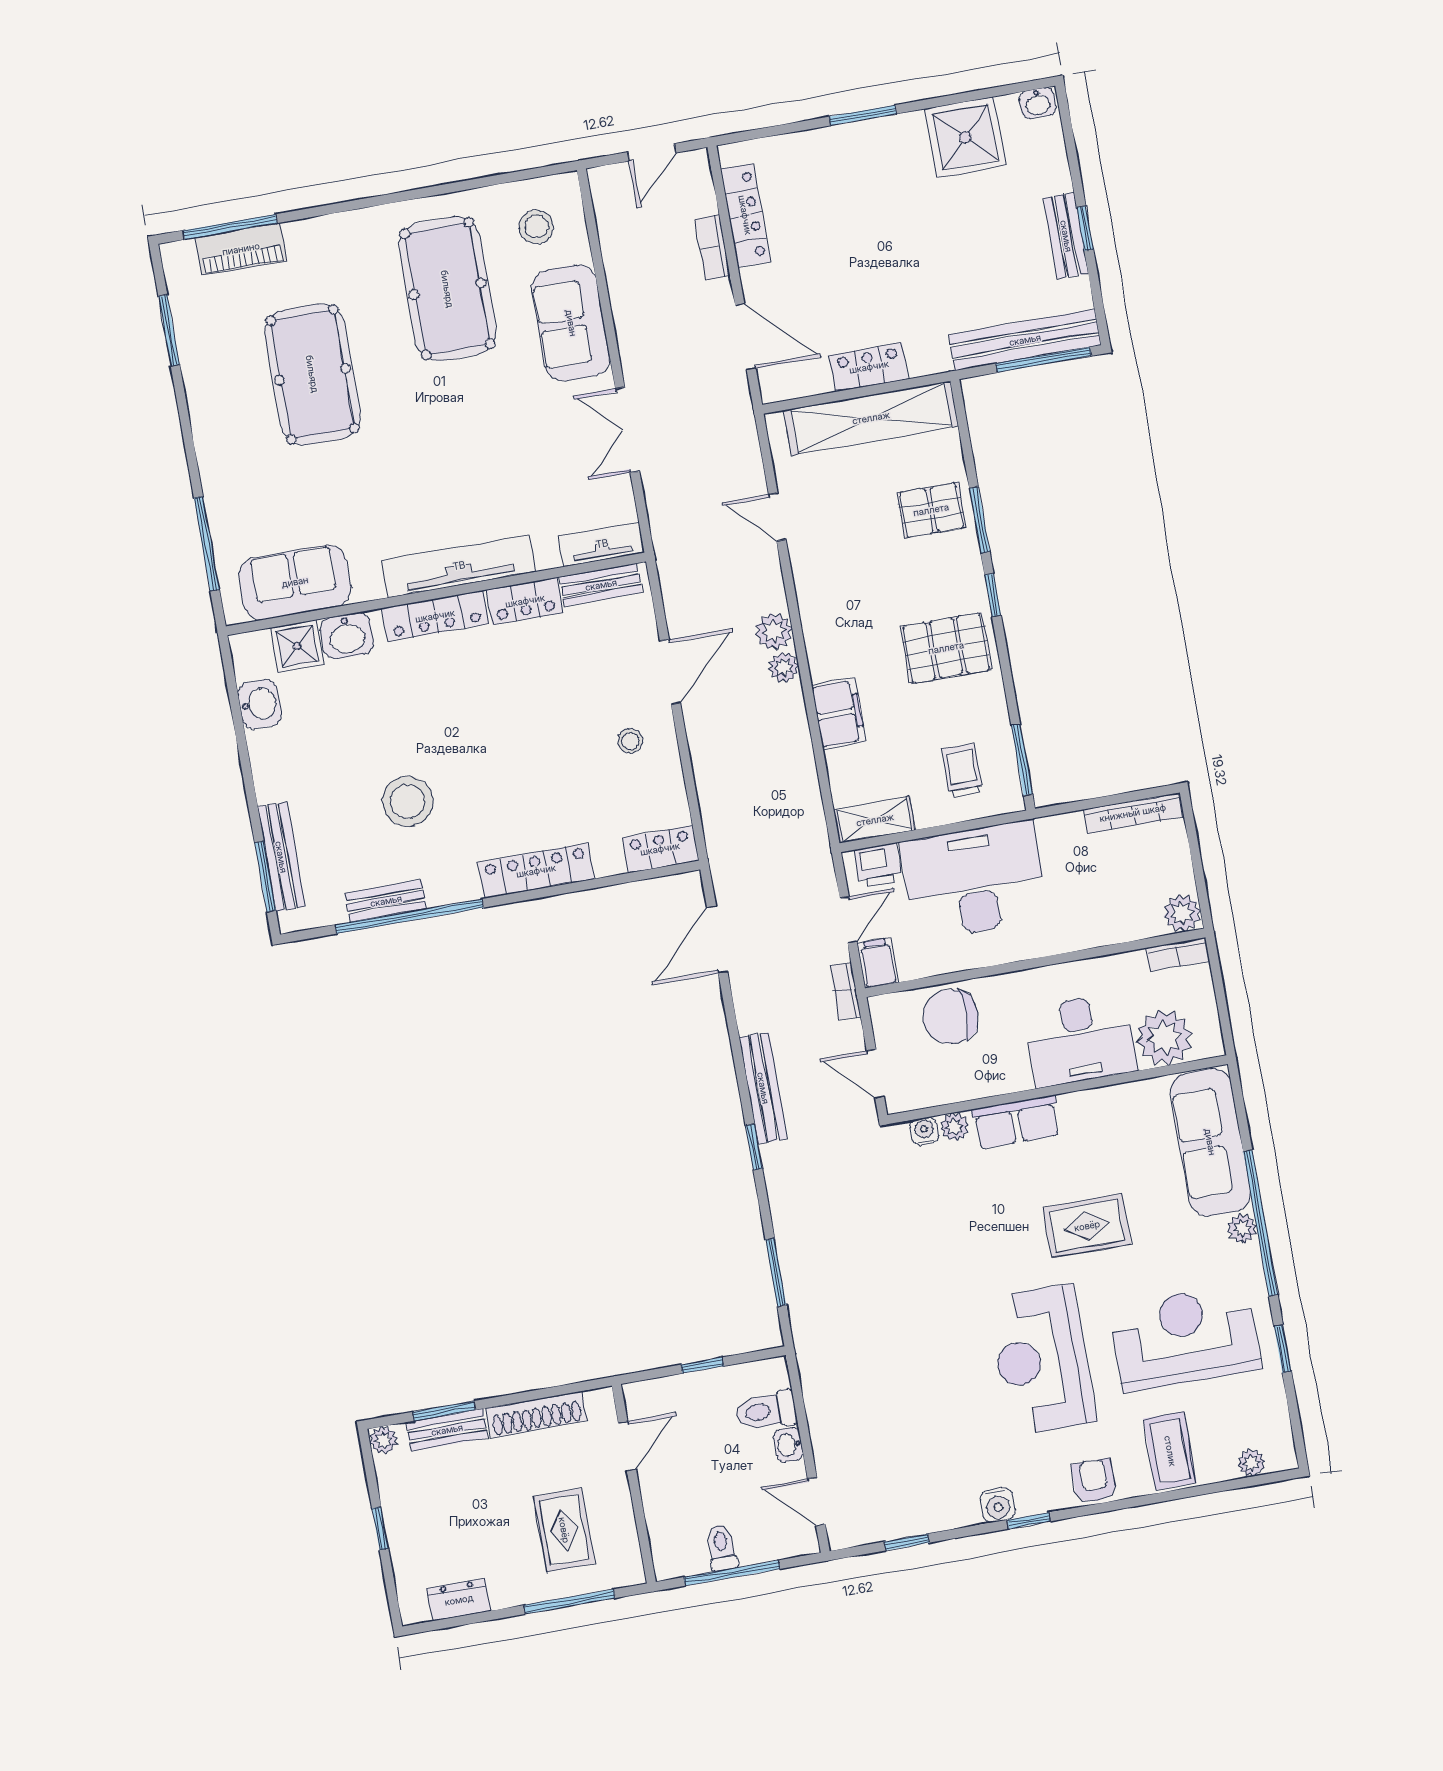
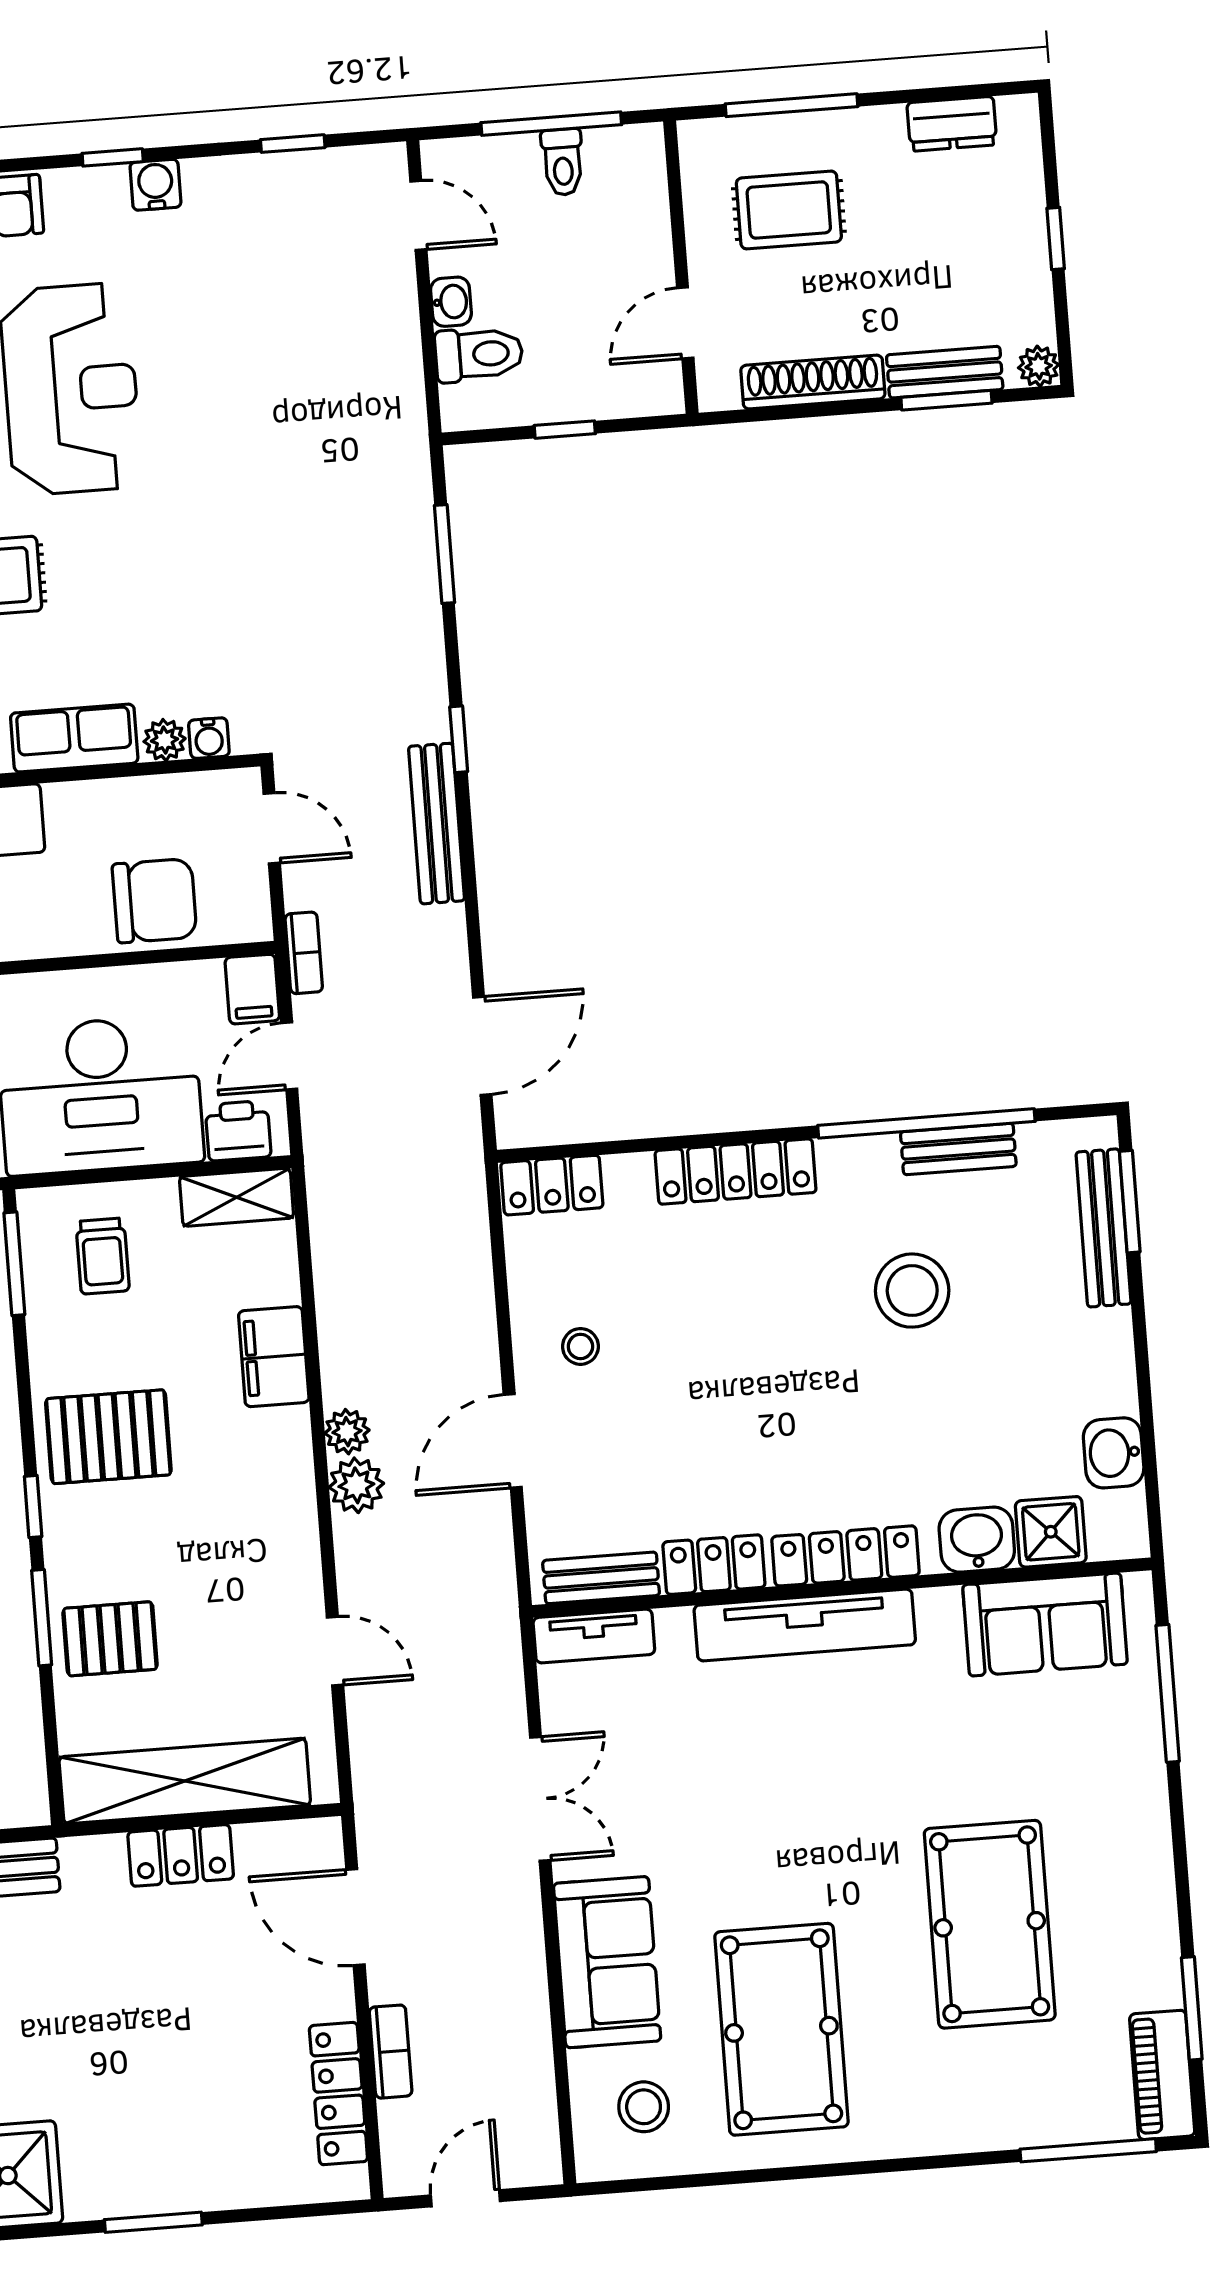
piano: (241, 249) -> (1162, 2075), moved, turned -90
rug: (564, 1530) -> (789, 210), turned 90

